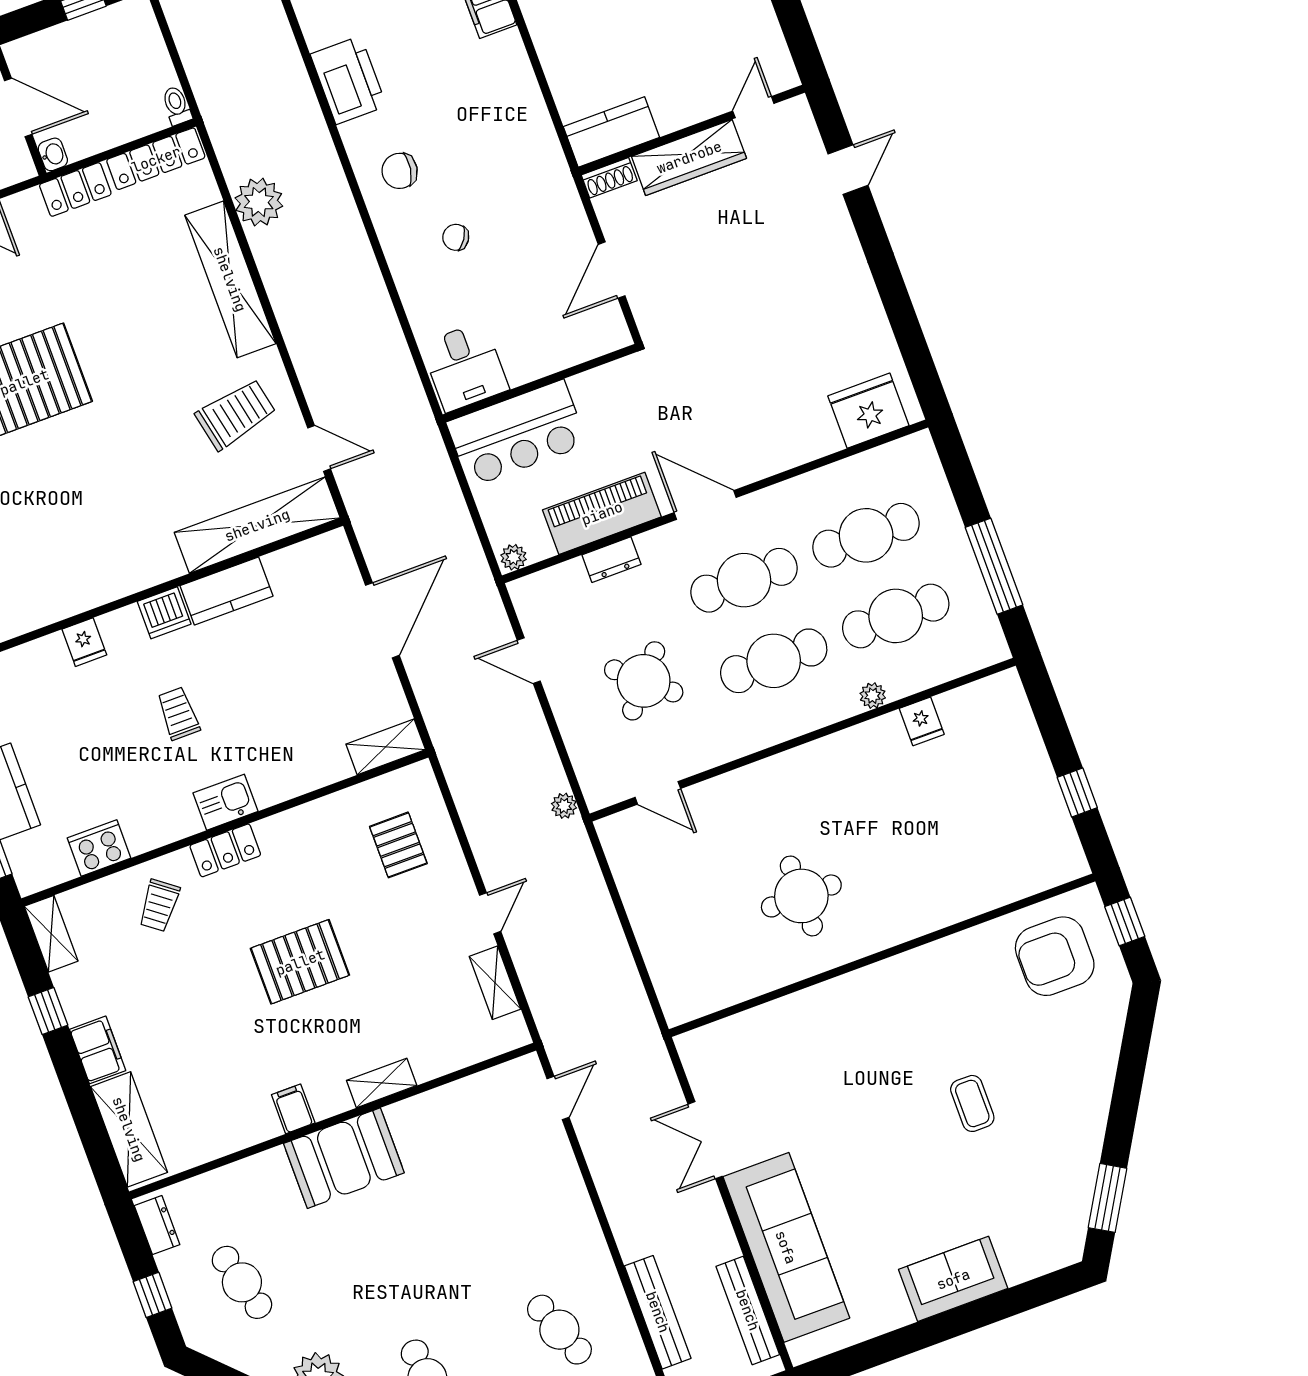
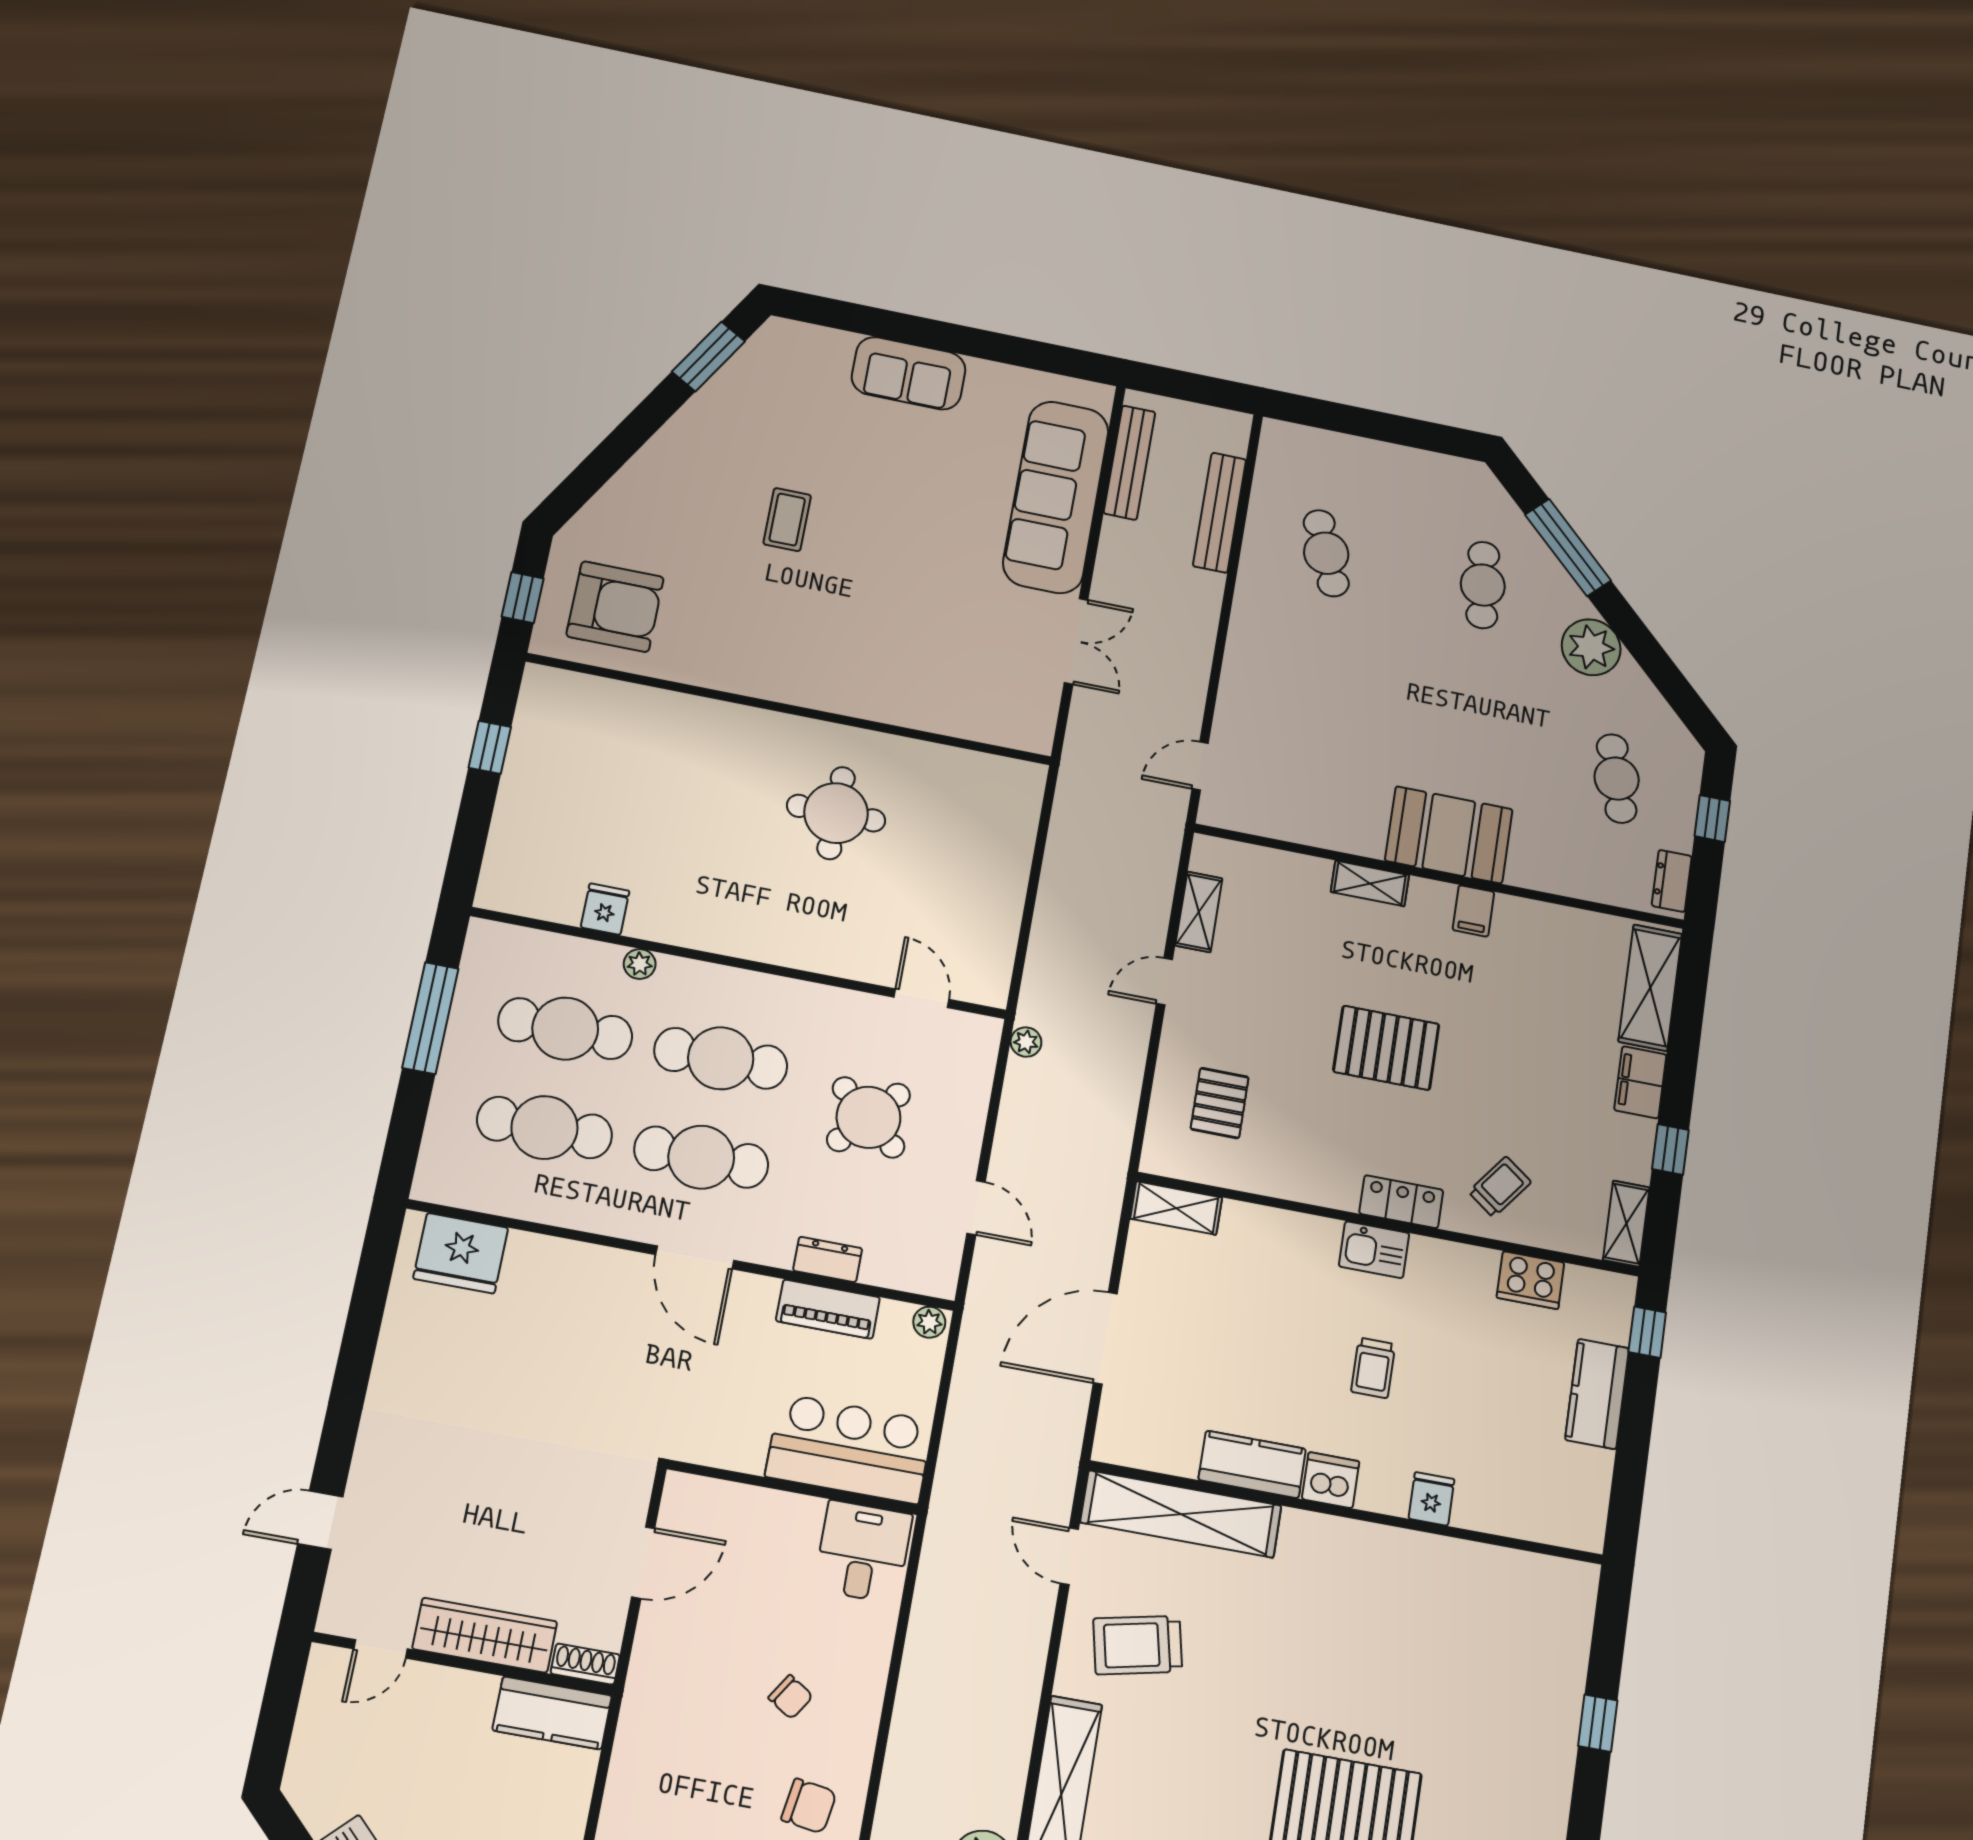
piano: (602, 513) -> (828, 1309), width x0.73, depth x0.75

